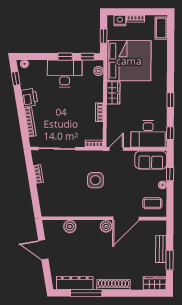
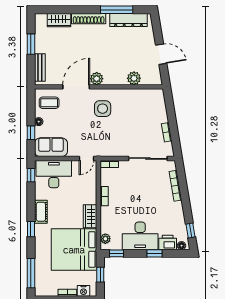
cot: (161, 28) -> (41, 212), moved
window: (171, 38) -> (31, 273), added
window: (65, 57) -> (155, 253), moved
printer: (29, 98) -> (168, 243), moved, turned 99
window: (170, 100) -> (31, 229), moved
side table: (95, 180) -> (103, 109), moved
bench: (161, 249) -> (40, 68), moved
wardrobe: (155, 283) -> (59, 20), moved

